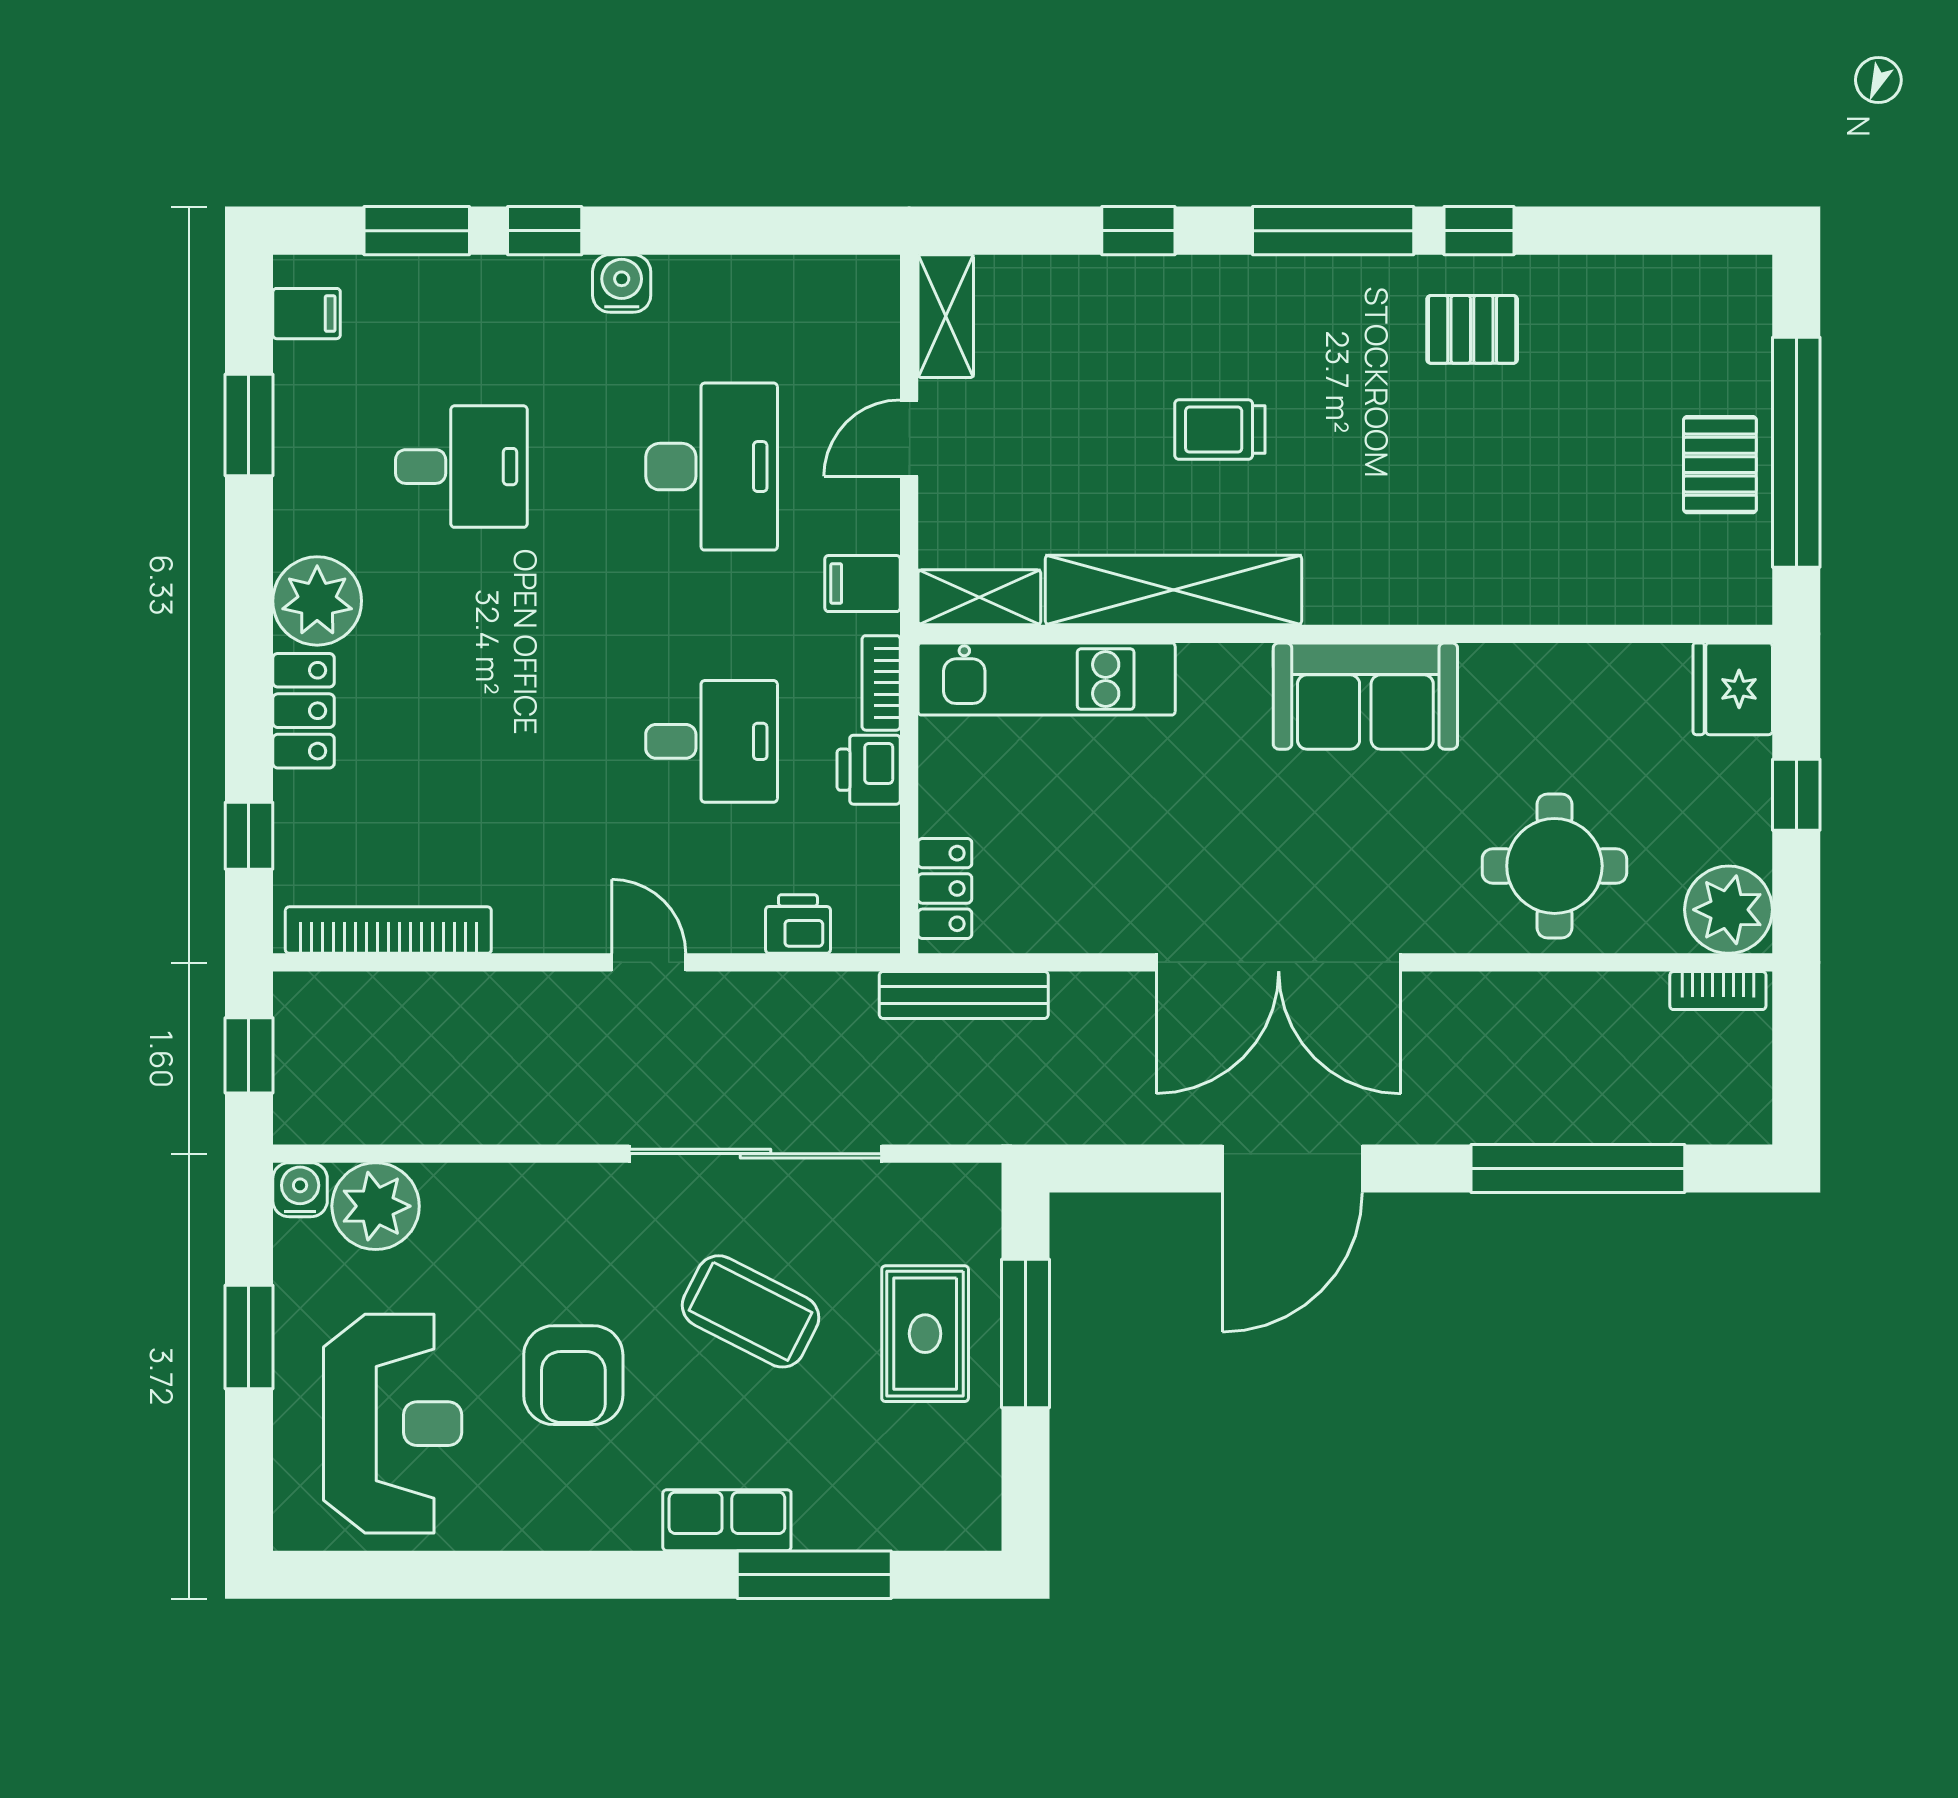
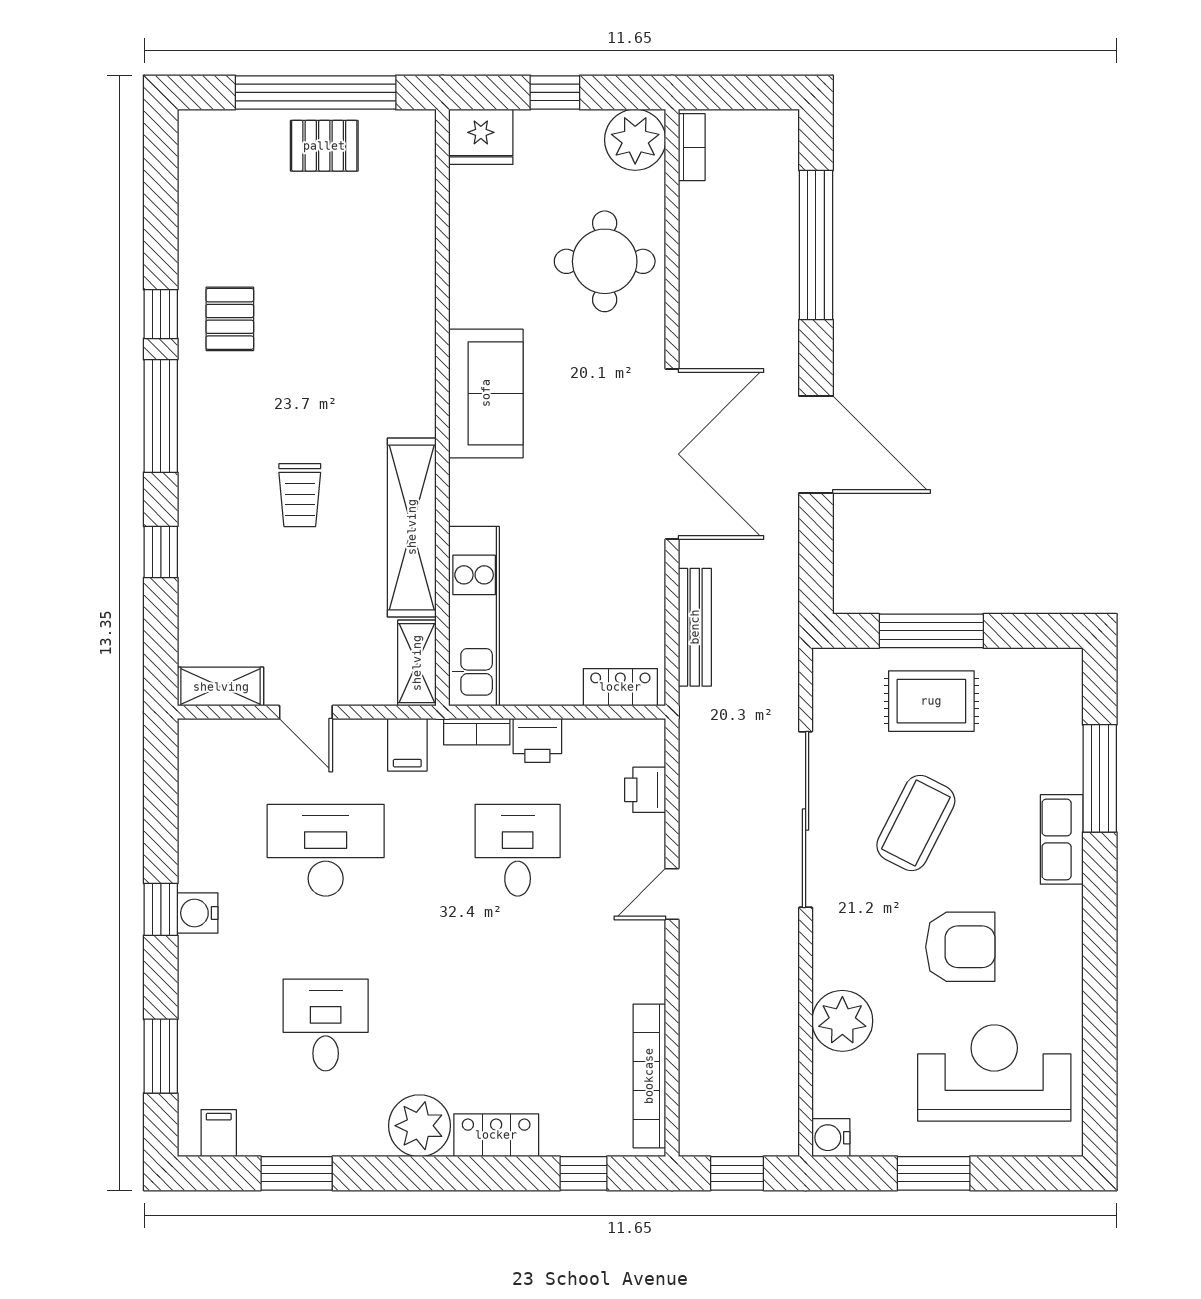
window: (545, 231) -> (161, 909), moved
bench: (964, 995) -> (695, 627), moved
plant: (376, 1206) -> (842, 1021), moved

